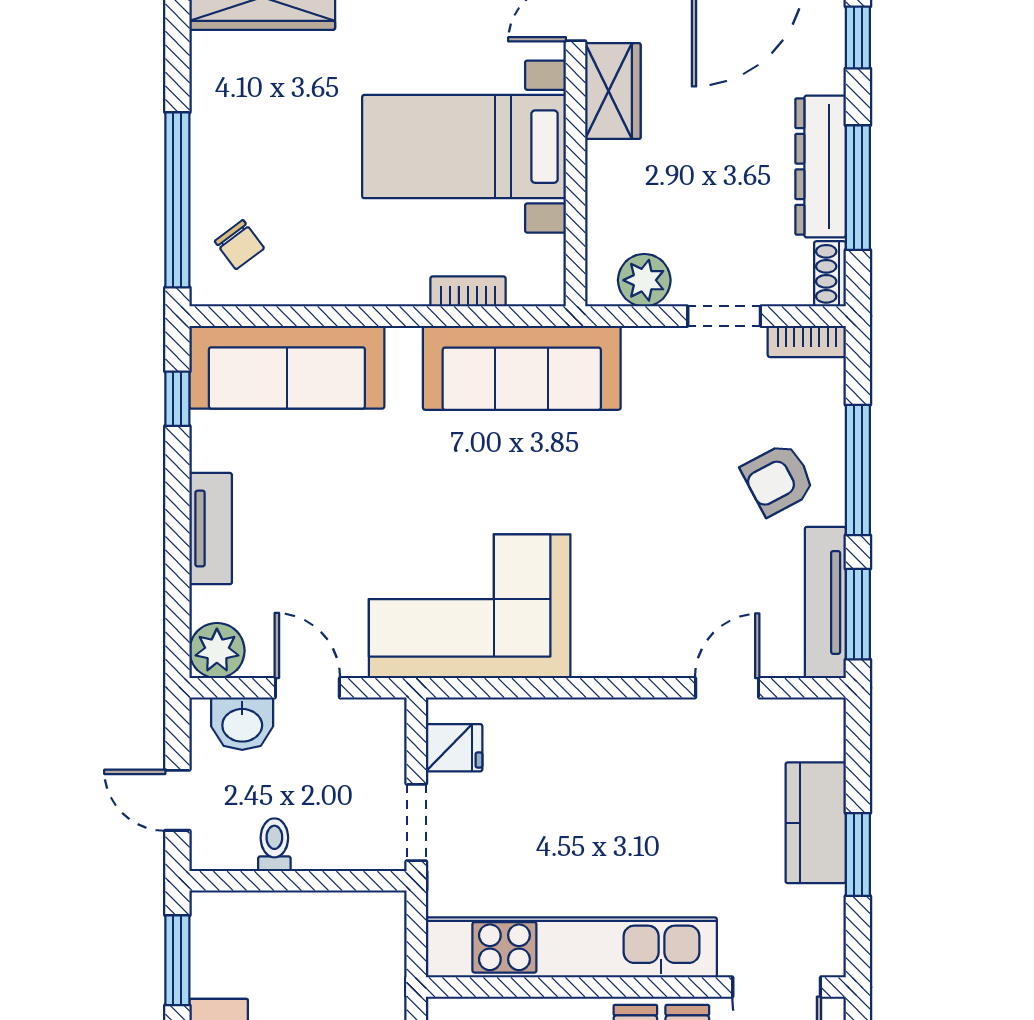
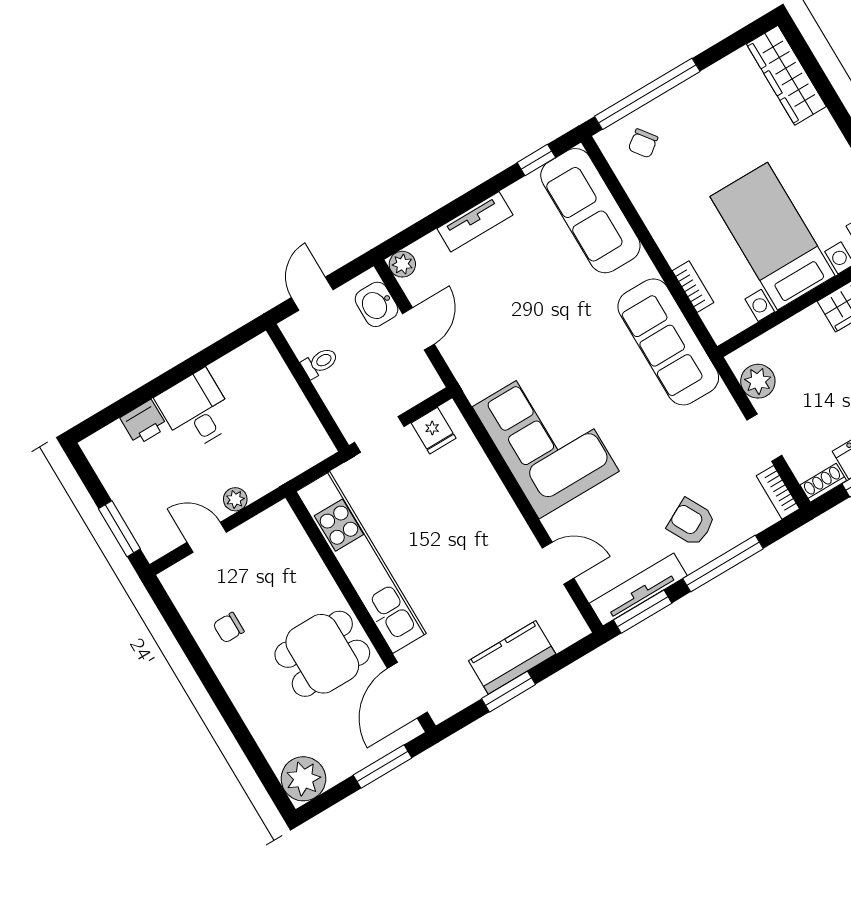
corner sofa: (470, 606) -> (546, 439), moved
plant: (217, 651) -> (402, 264), width x0.73, depth x0.73
window: (177, 960) -> (223, 347), removed

